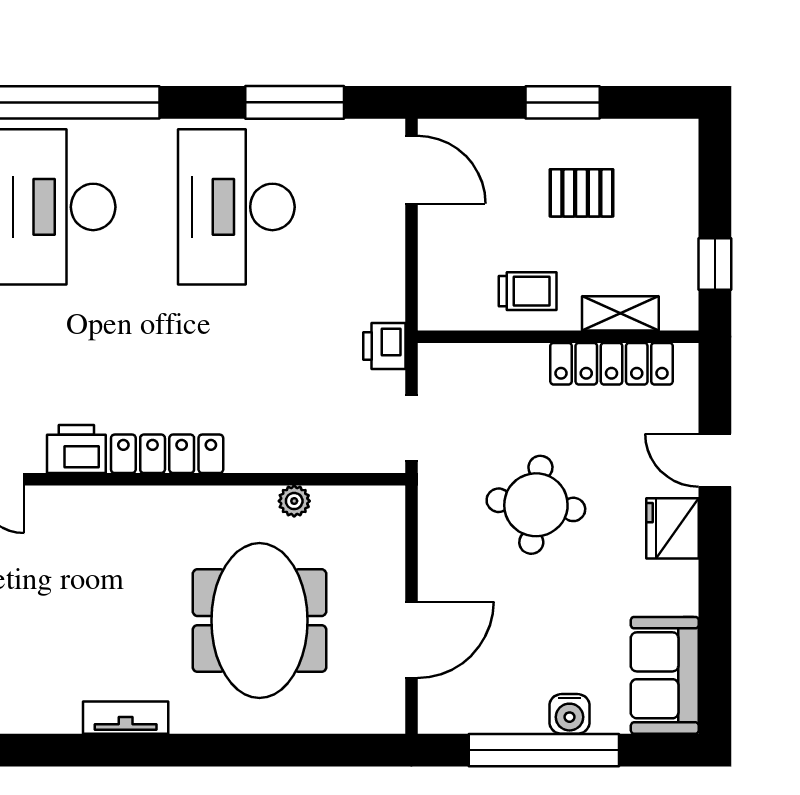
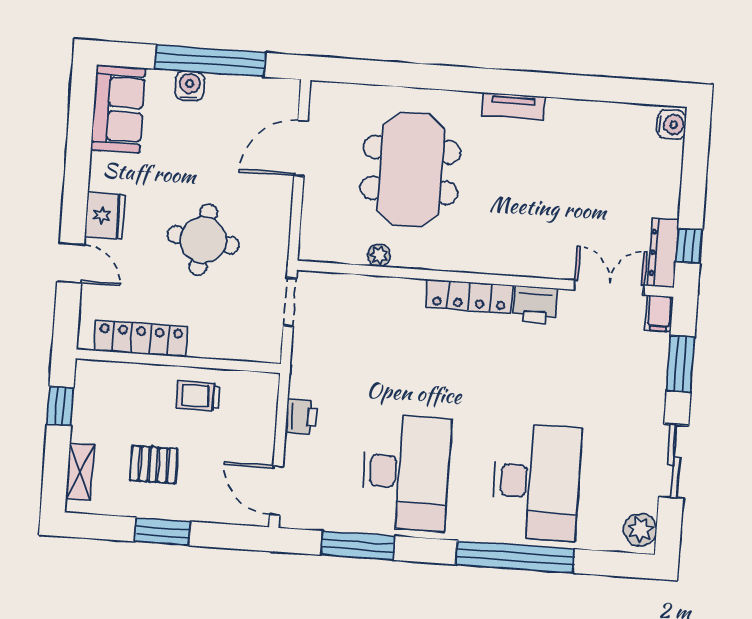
shelving: (620, 313) -> (80, 472), moved, turned 90
printer: (384, 346) -> (302, 417), moved

